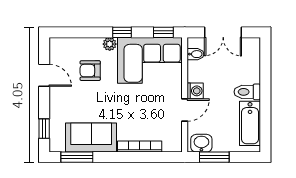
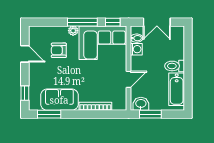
window: (122, 32) -> (82, 22), width x2.17
washing machine: (195, 91) -> (136, 49), moved

